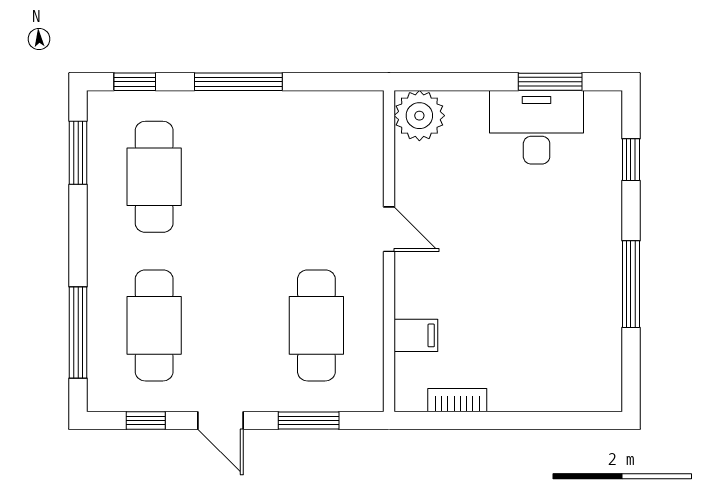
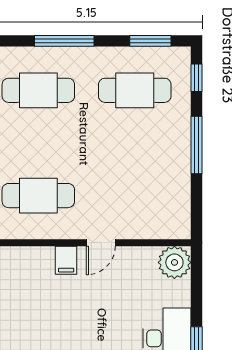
window: (78, 332) -> (64, 41), moved
filing cabinet: (416, 335) -> (66, 260), moved

